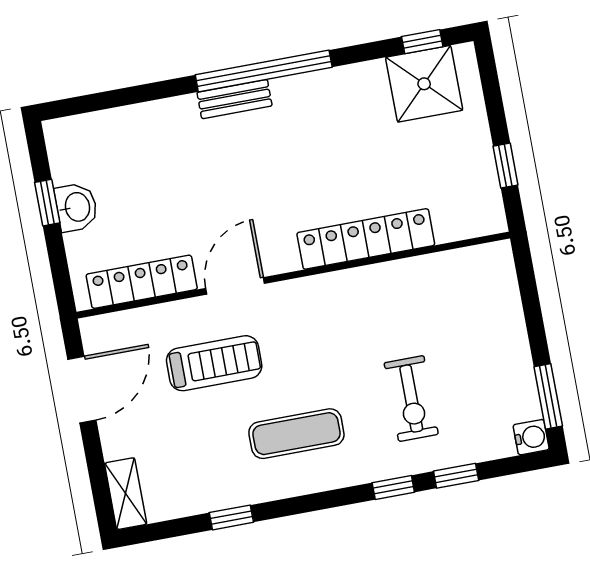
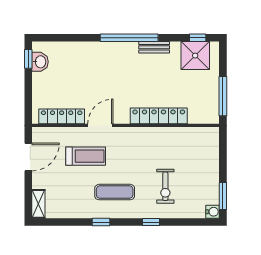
bench: (235, 99) -> (154, 47), moved
window: (505, 166) -> (223, 96), width x2.17
window: (47, 203) -> (28, 59), moved
washbasin: (76, 207) -> (40, 62), moved
window: (456, 476) -> (178, 222), removed
window: (231, 517) -> (101, 222), moved

